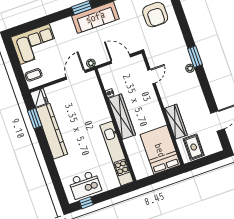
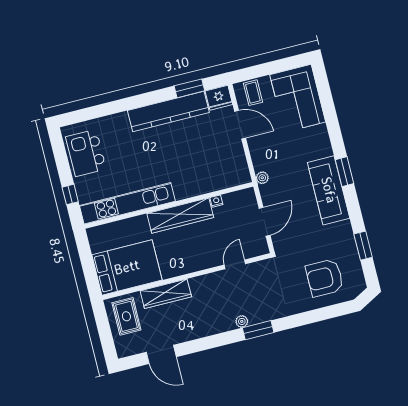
door: (76, 75) -> (240, 125), moved
door: (152, 77) -> (235, 264), swing flipped
rug: (194, 147) -> (126, 316), turned 90
window: (86, 203) -> (70, 194), moved

